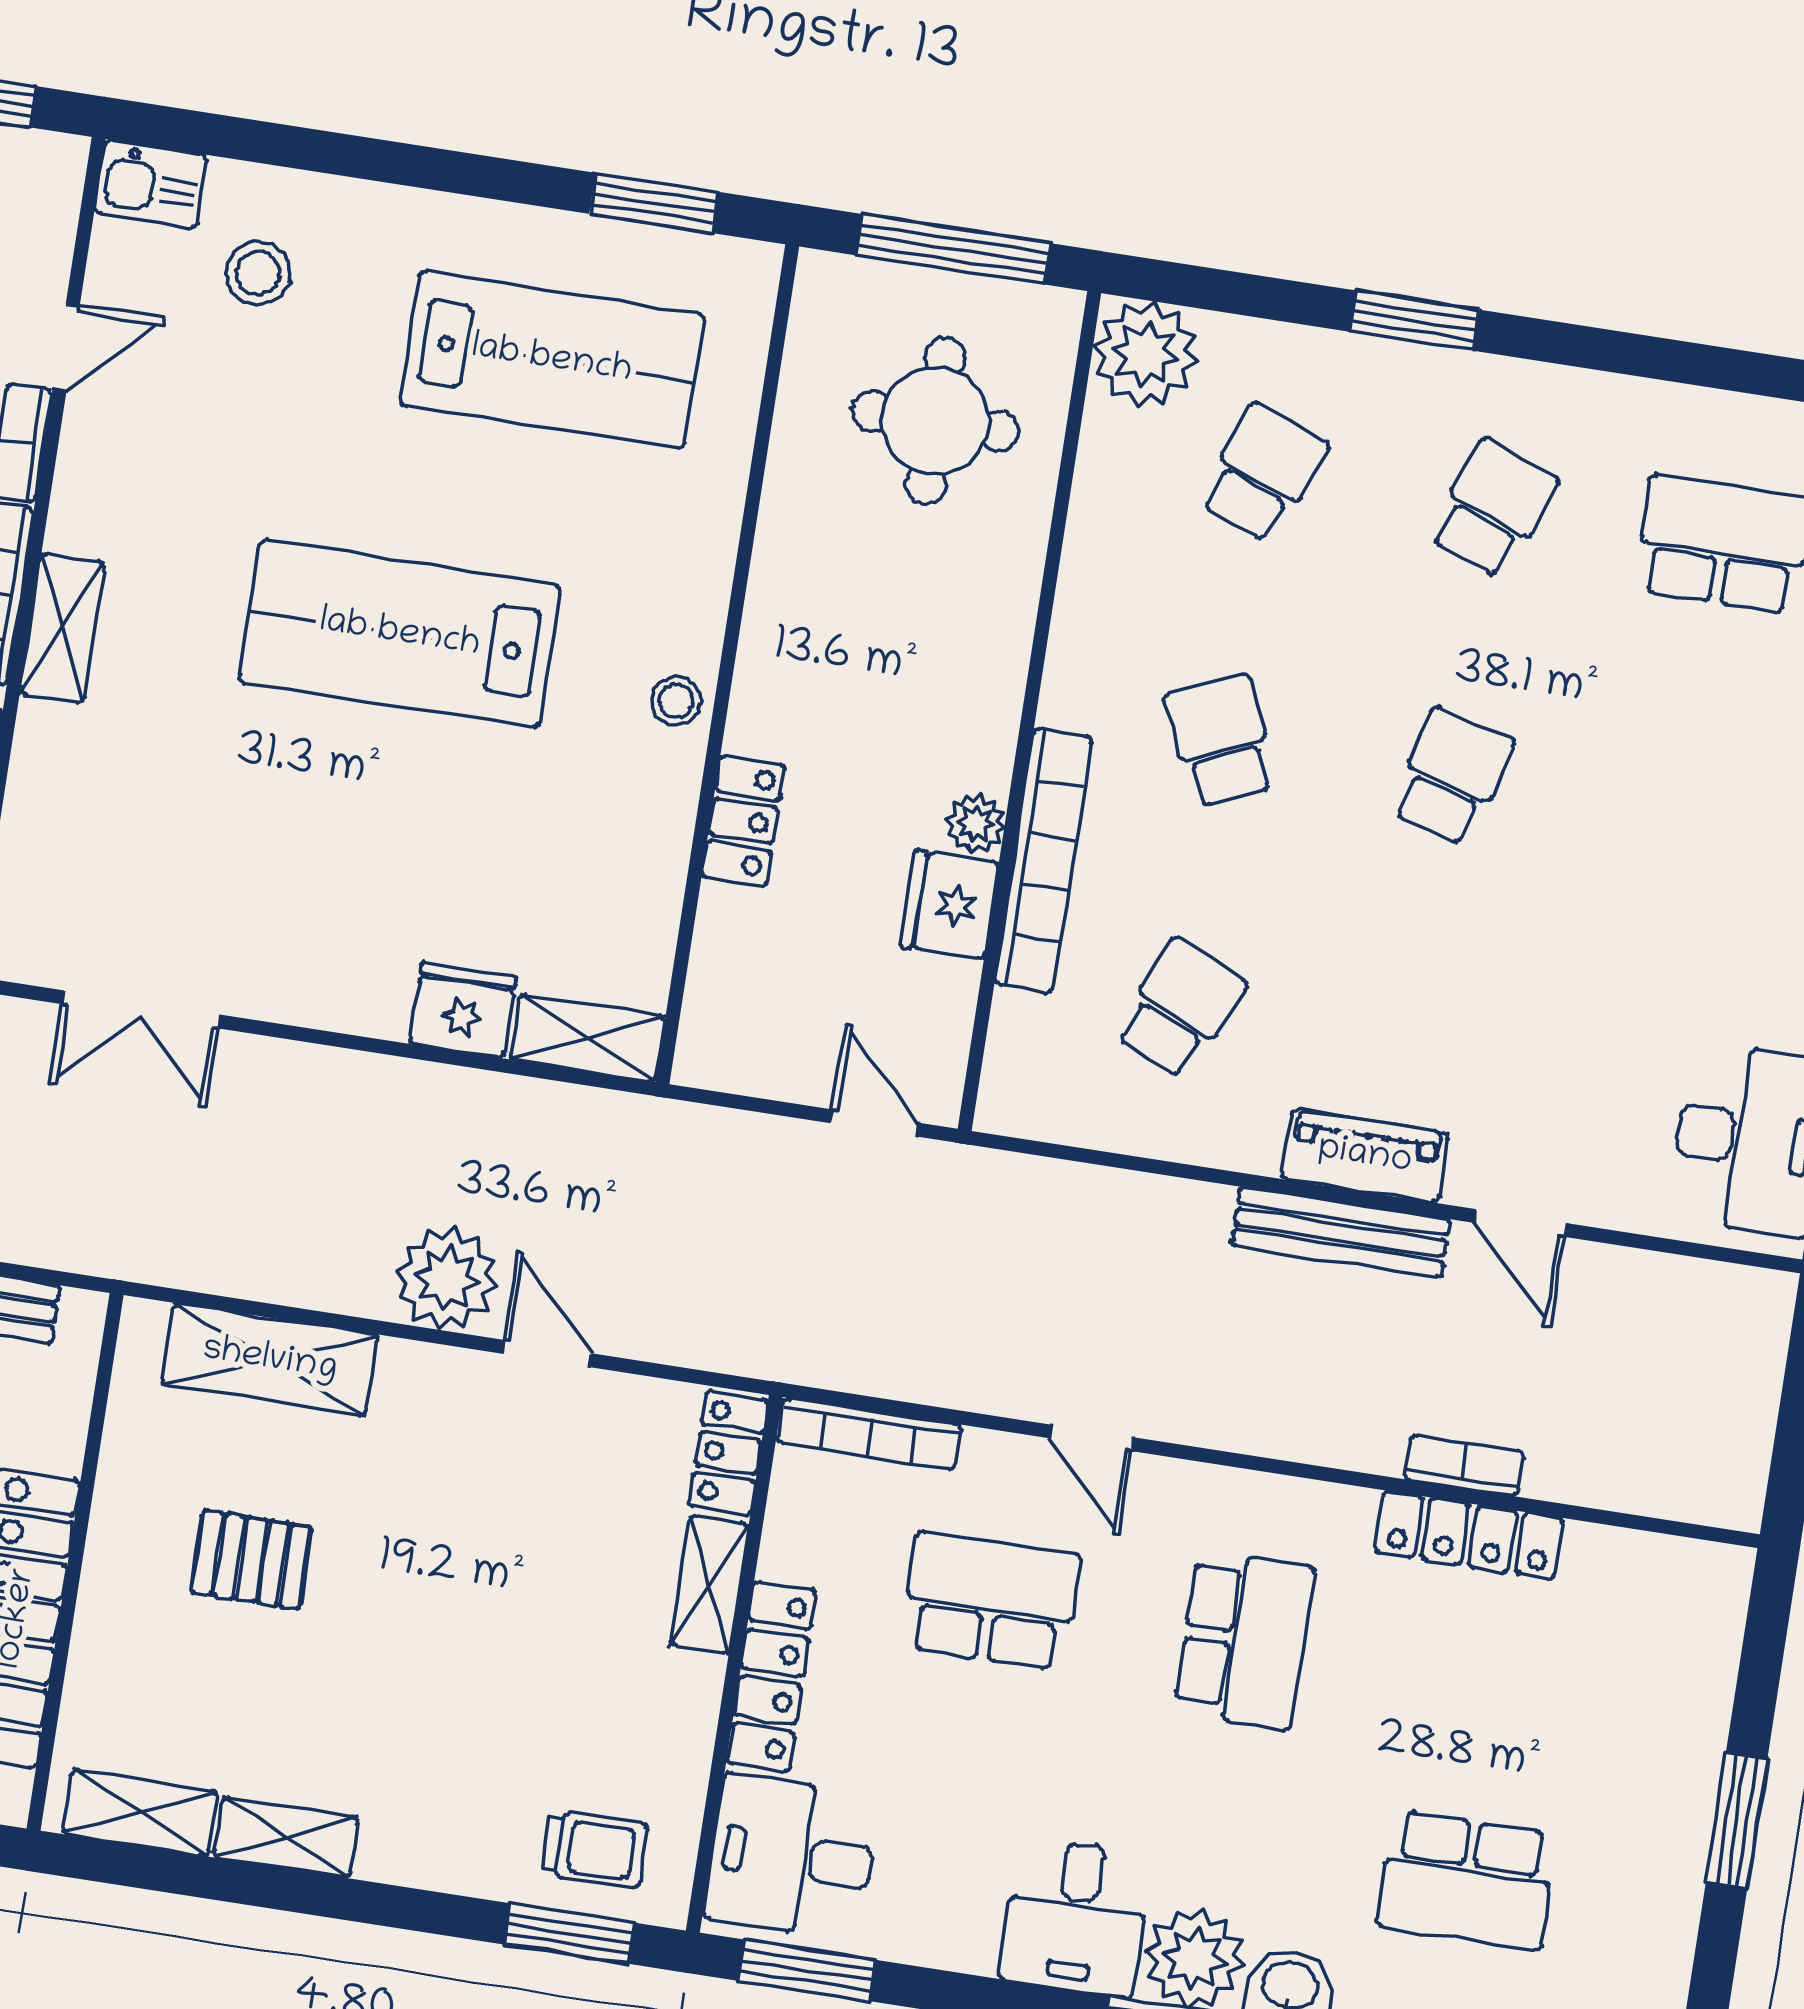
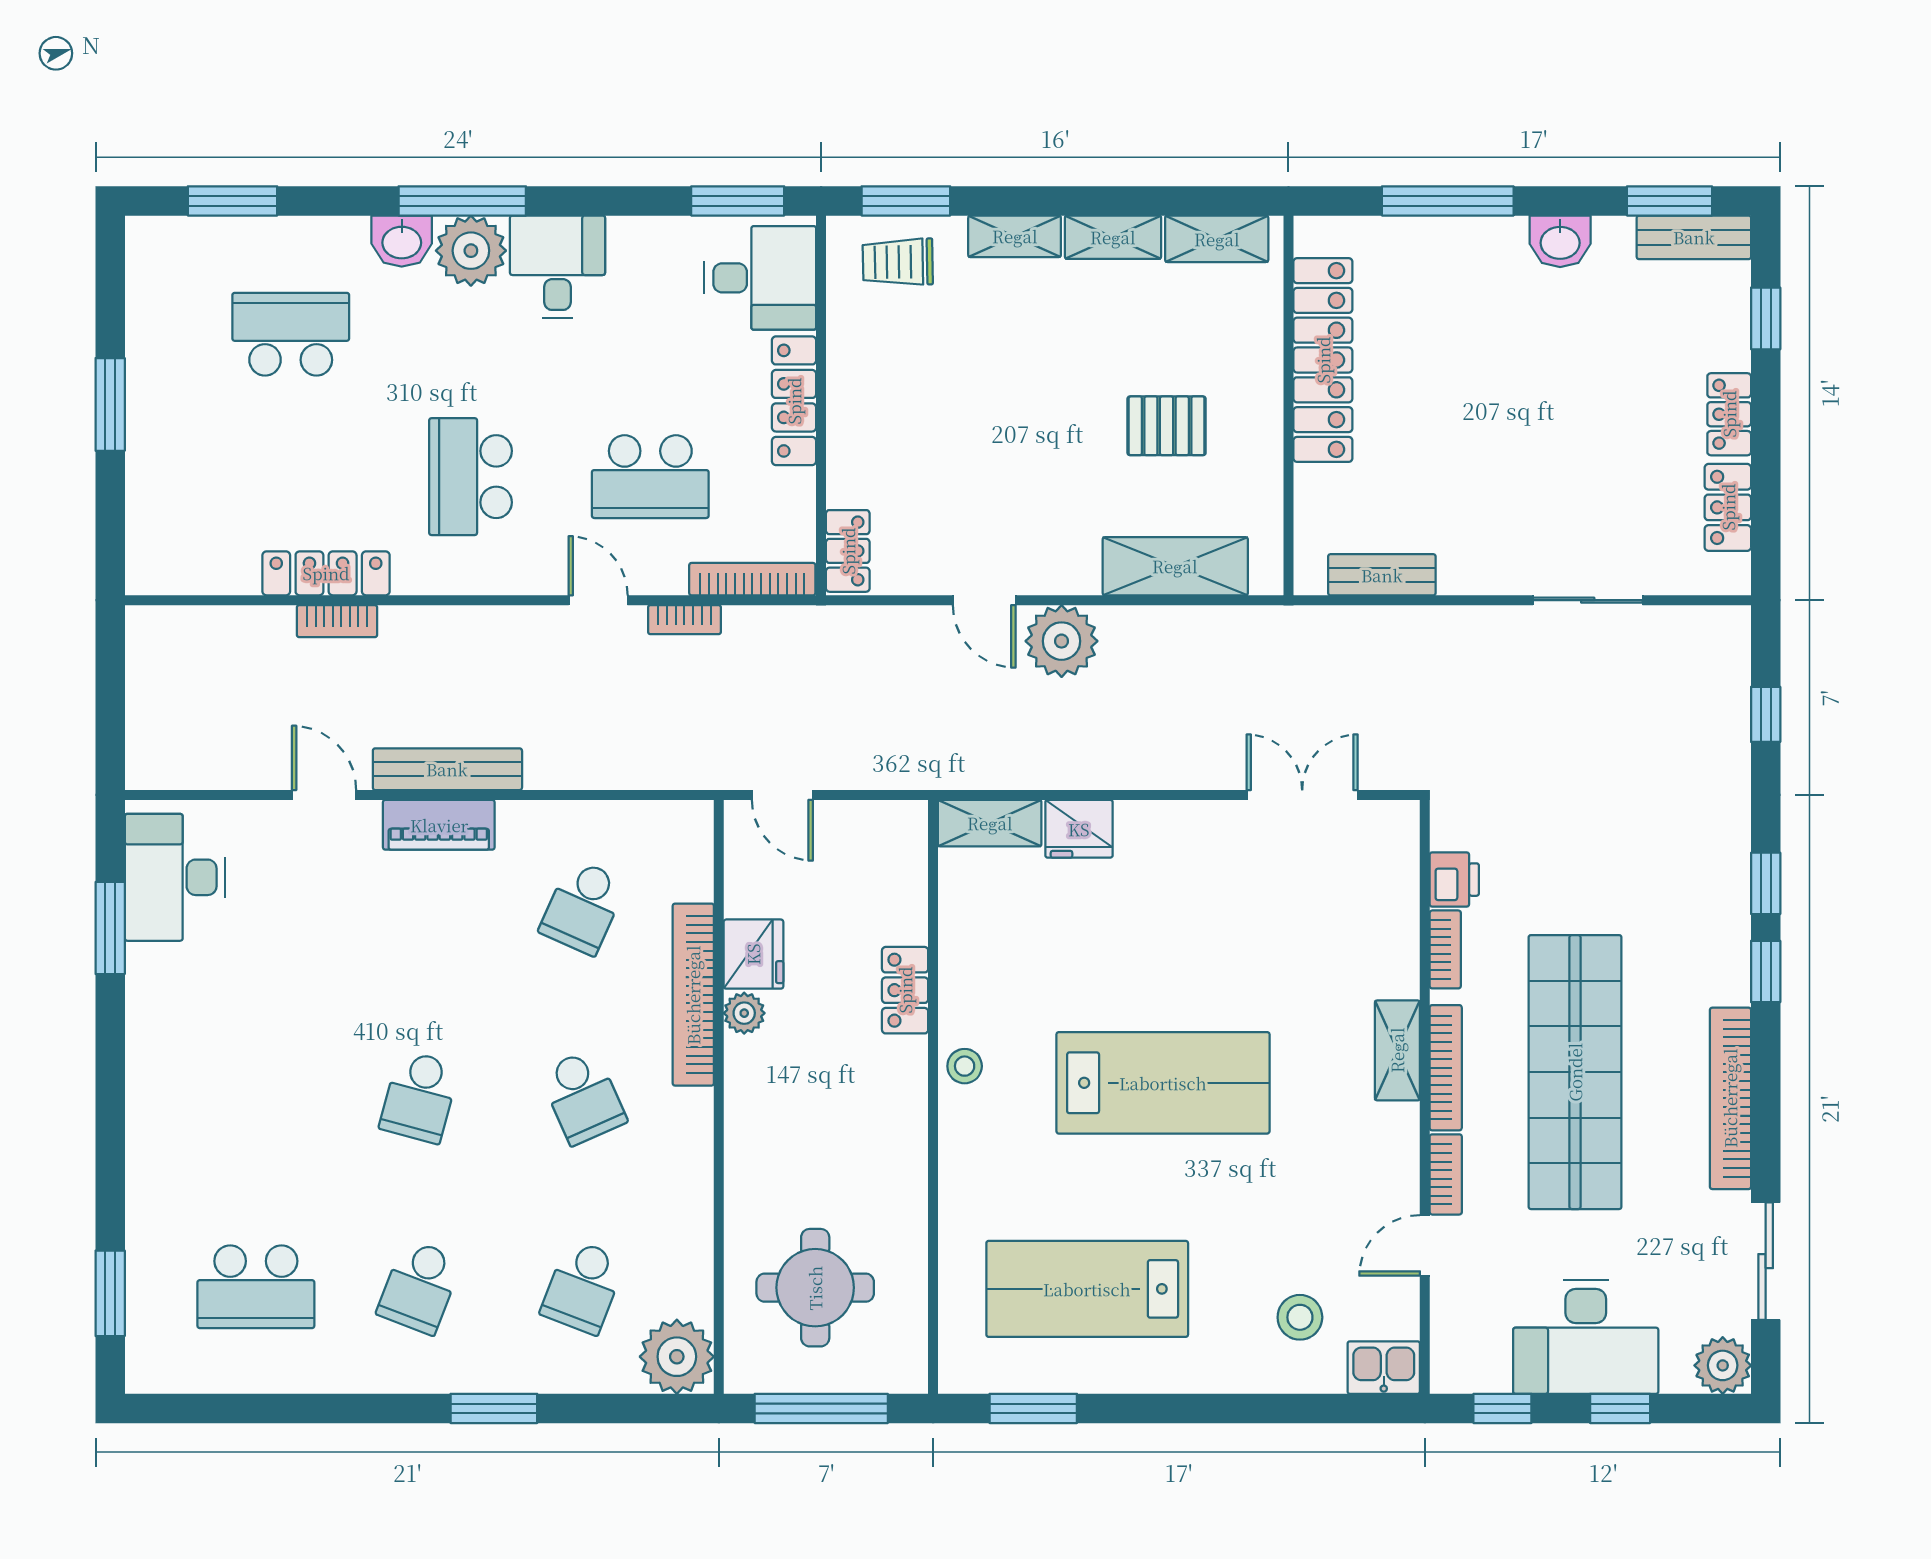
bookcase: (974, 1392) -> (684, 620), added
shelving: (709, 1585) -> (1015, 236), moved, turned 90

